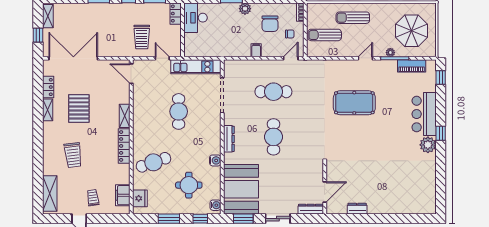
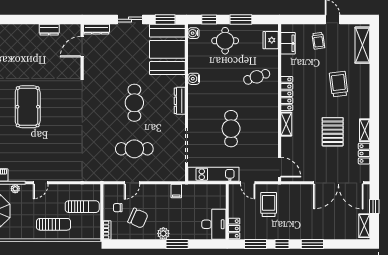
chair: (270, 24) -> (138, 218), turned 114
filing cabinet: (256, 50) -> (176, 191), moved
door: (291, 58) -> (132, 183), moved
pool table: (354, 103) -> (28, 107), moved, turned 90
cafe table: (153, 162) -> (257, 77), width x0.73, depth x0.74
round table: (189, 185) -> (225, 41), moved

